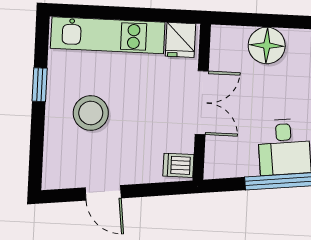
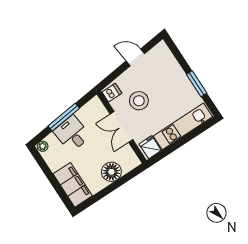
window: (40, 85) -> (197, 84), width x1.50
stool: (91, 113) -> (139, 101), moved

